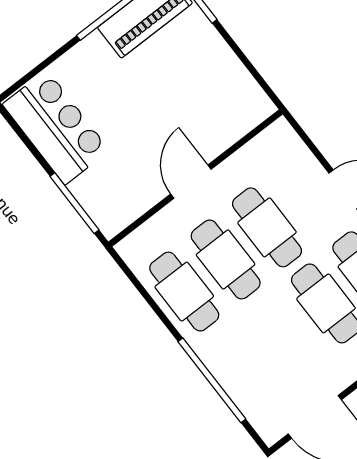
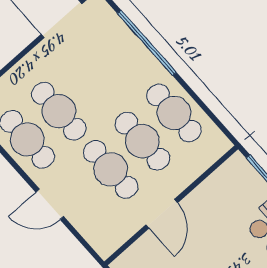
door: (191, 182) -> (162, 214), moved

